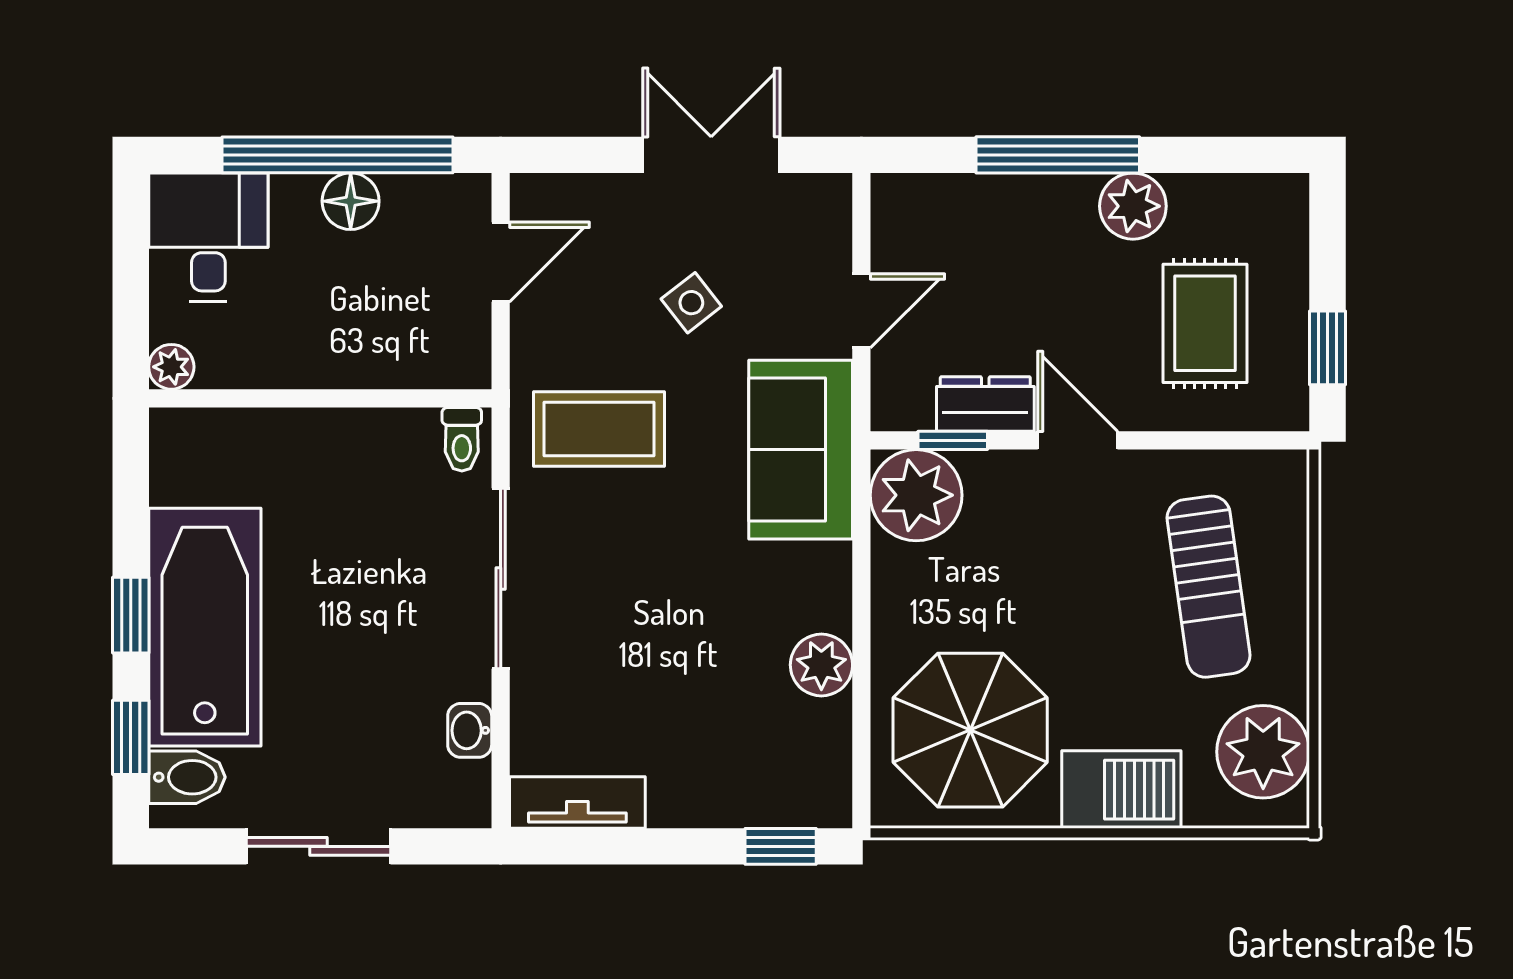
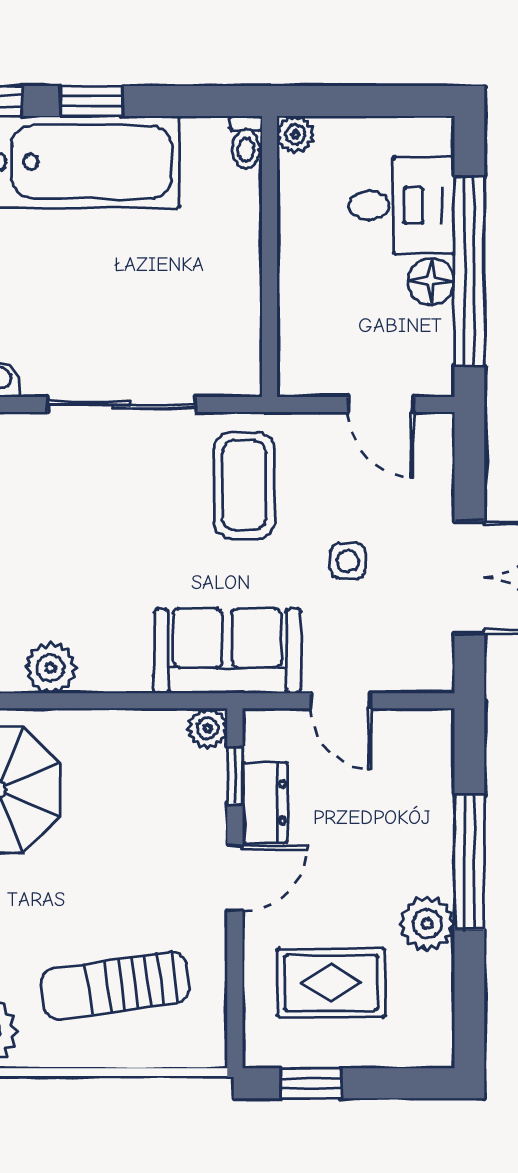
desk: (208, 237) -> (402, 205), moved
side table: (691, 303) -> (348, 561), turned 38
toilet: (462, 439) -> (246, 142), moved, turned -90
plant: (916, 495) -> (207, 728), width x0.53, depth x0.53

